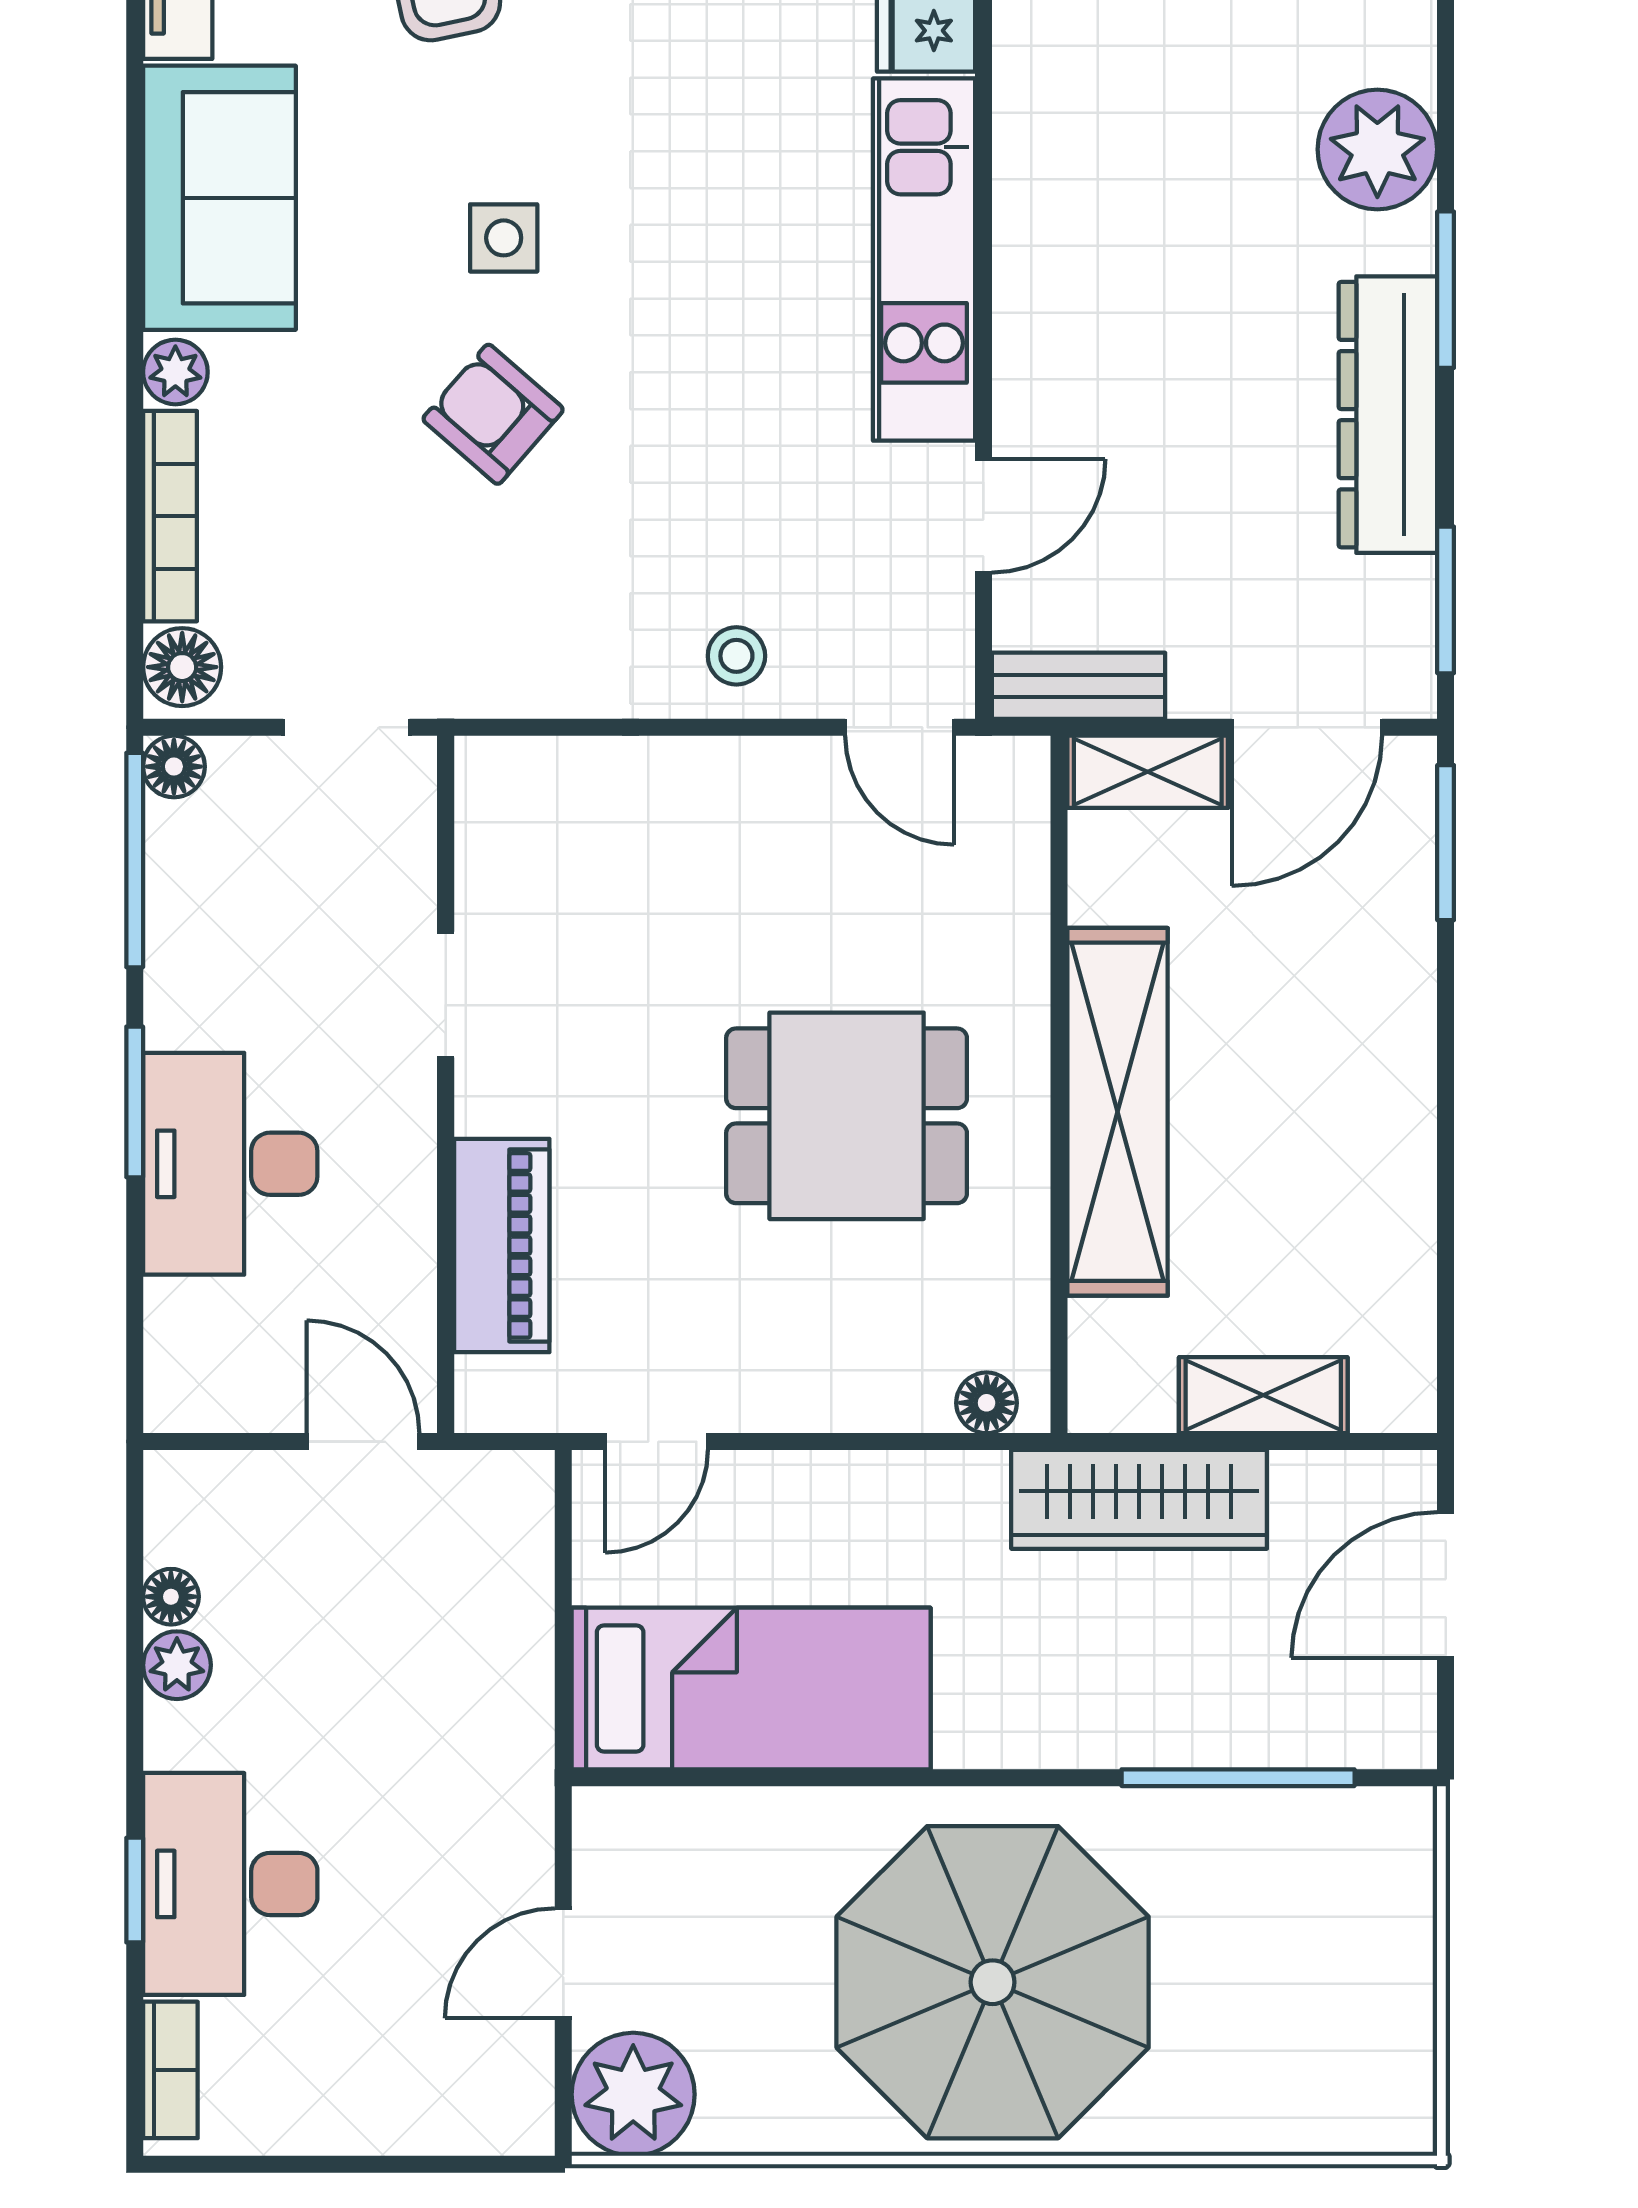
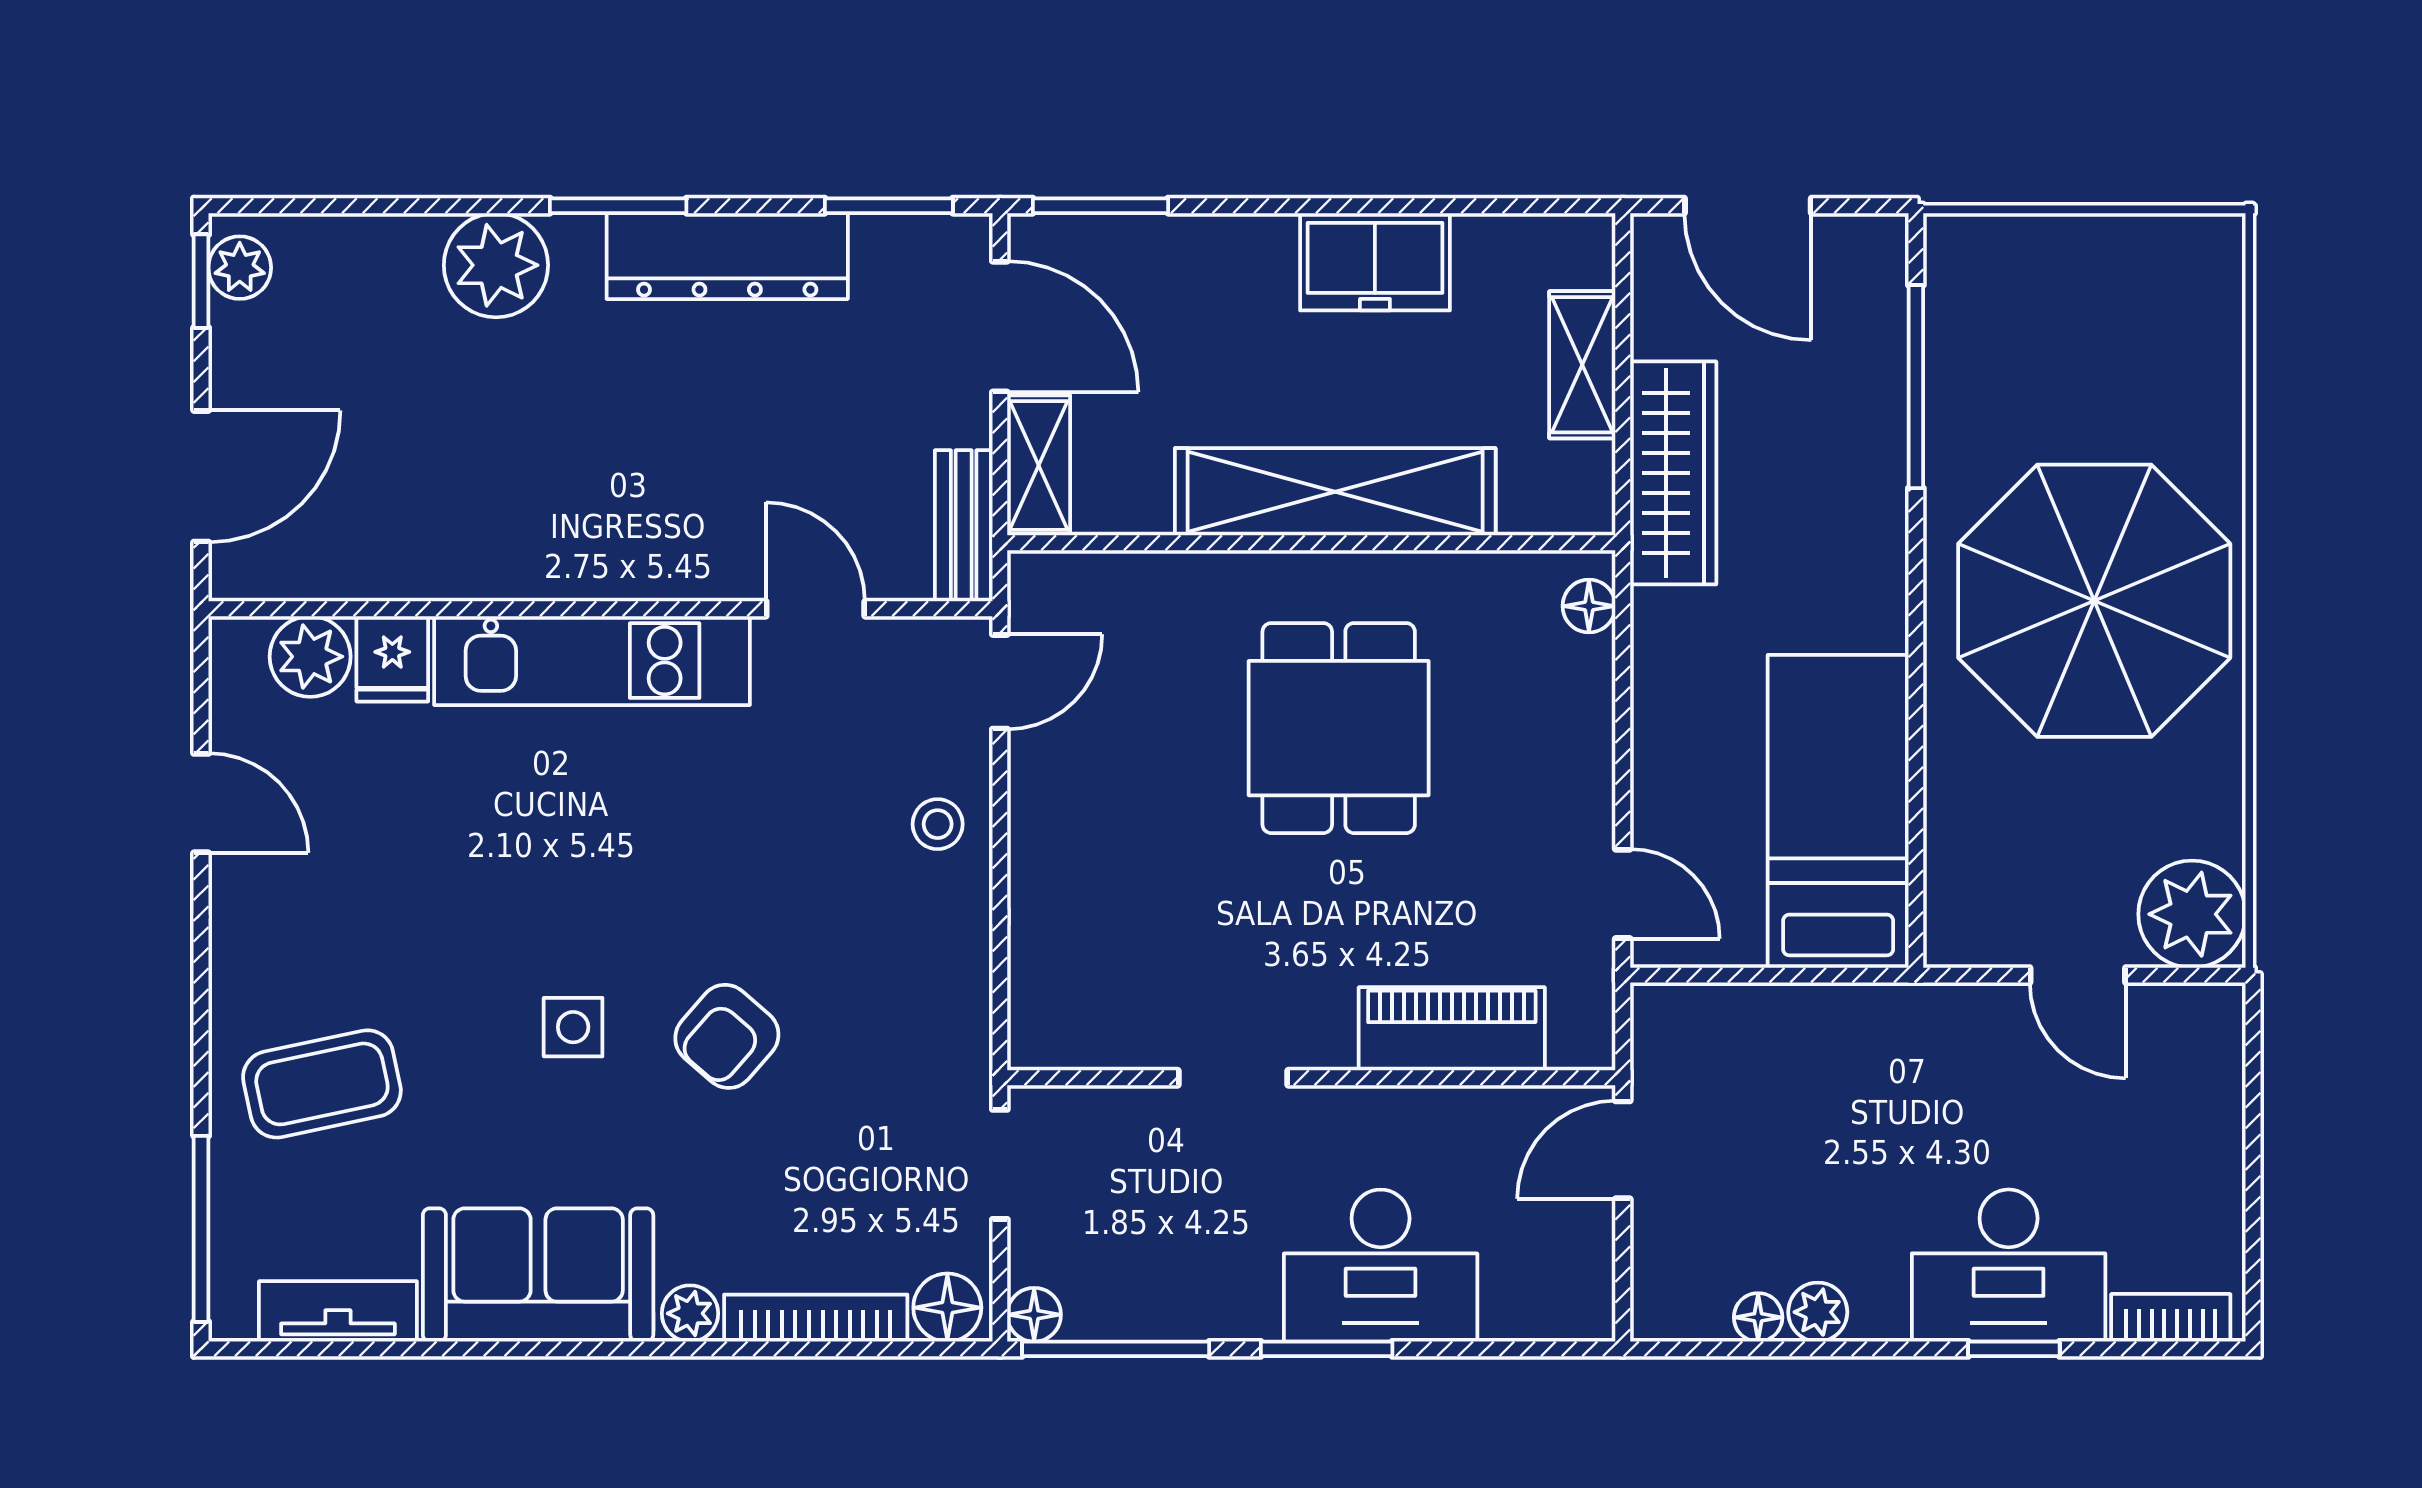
freezer: (1381, 1157) -> (1375, 262), added

